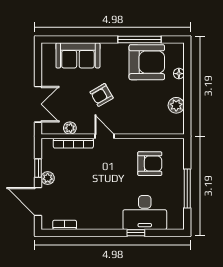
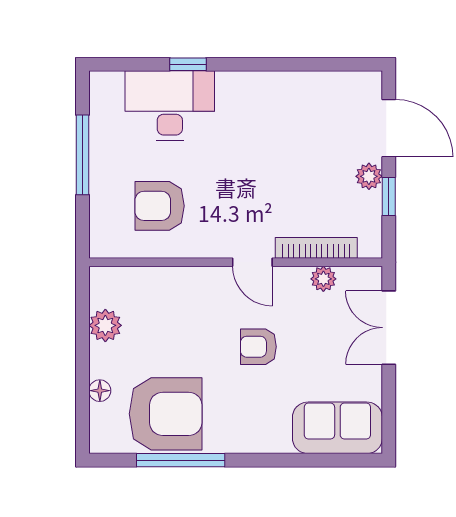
sofa: (78, 55) -> (337, 428), moved
armchair: (147, 62) -> (166, 414), turned 180
armchair: (102, 95) -> (258, 347), turned -150
bookcase: (65, 225) -> (334, 80), removed

